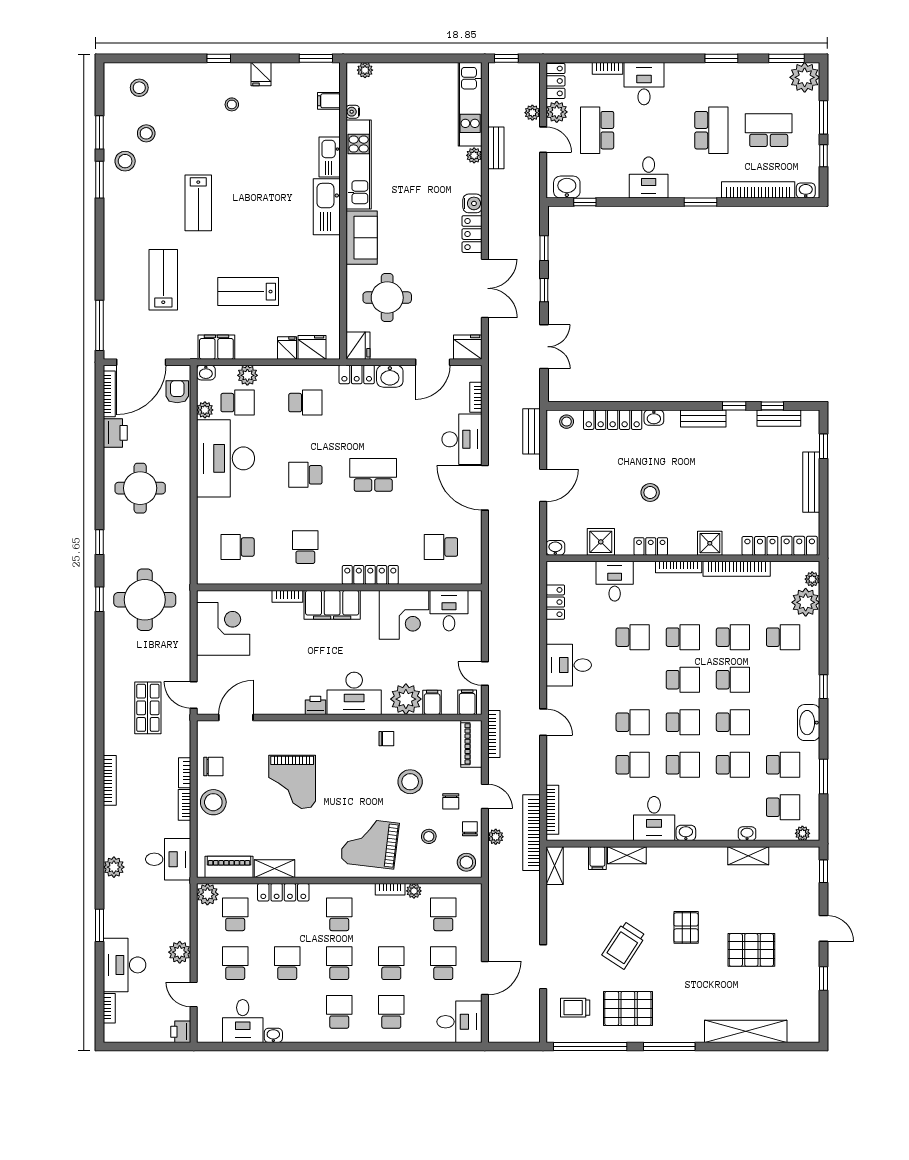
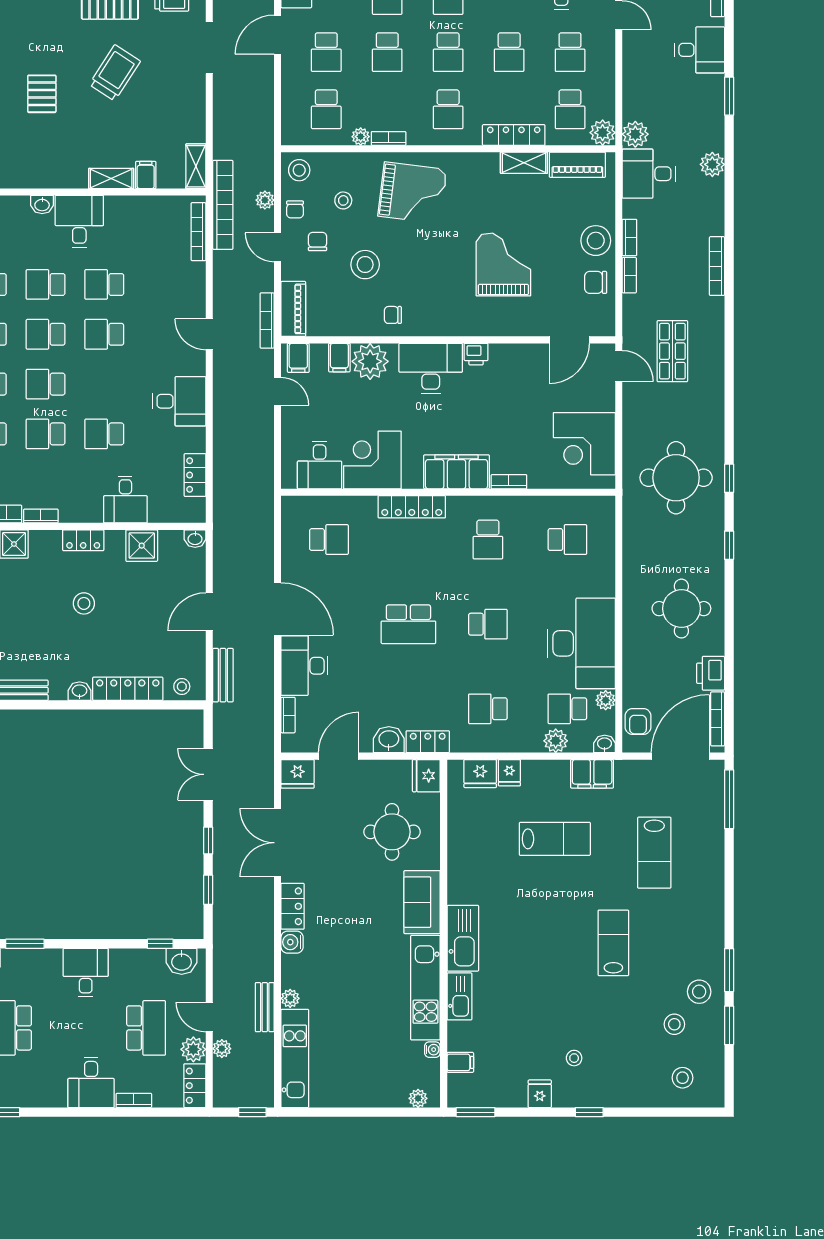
bookcase: (679, 567) -> (41, 516), width x0.64
plant: (180, 952) -> (635, 134), moved
desk: (125, 965) -> (700, 50), width x0.73

